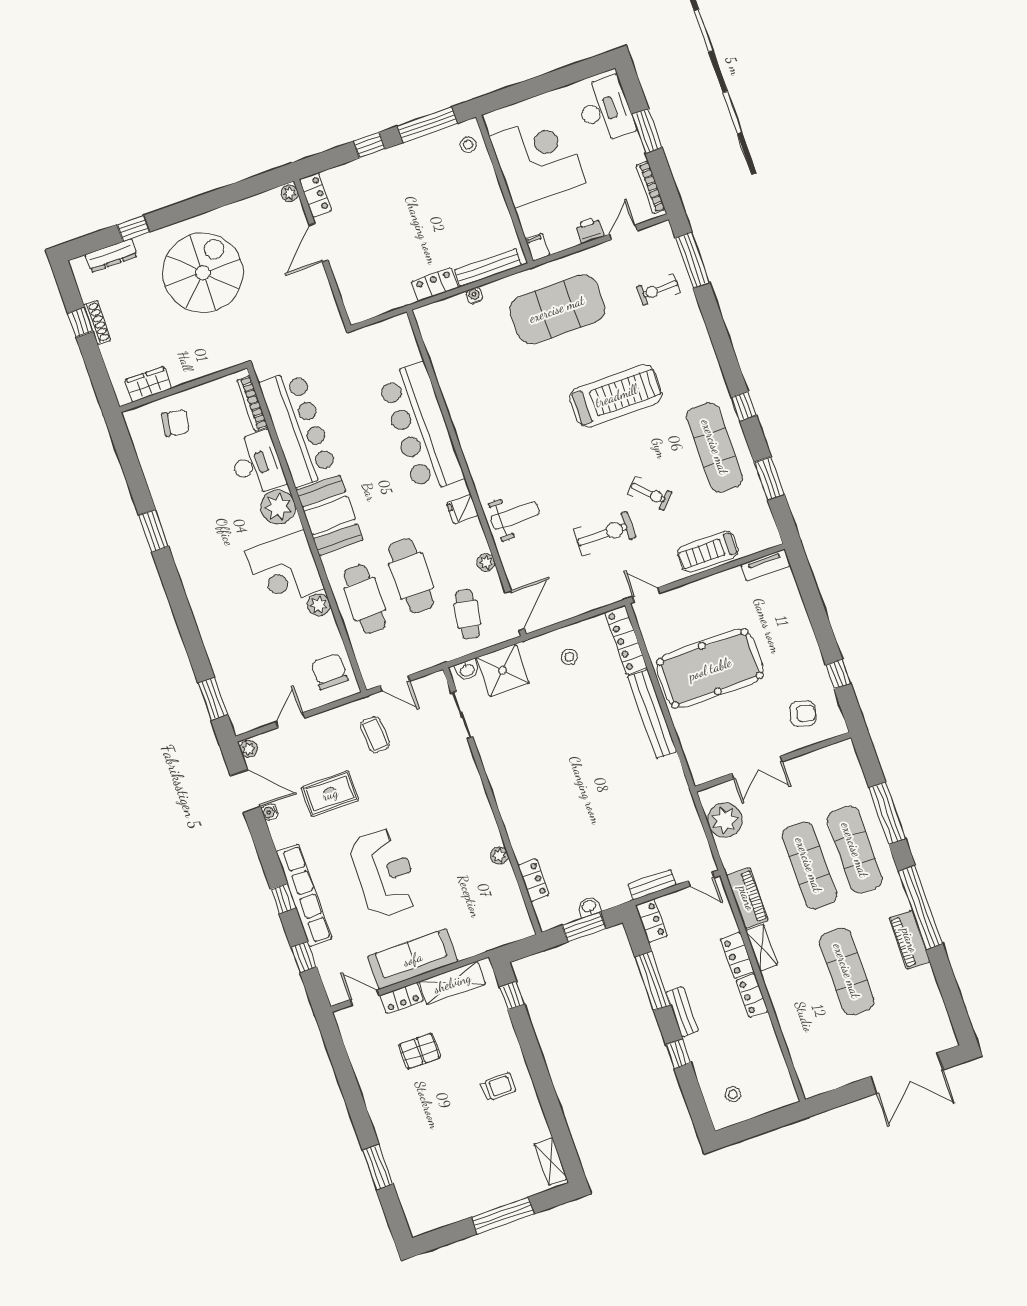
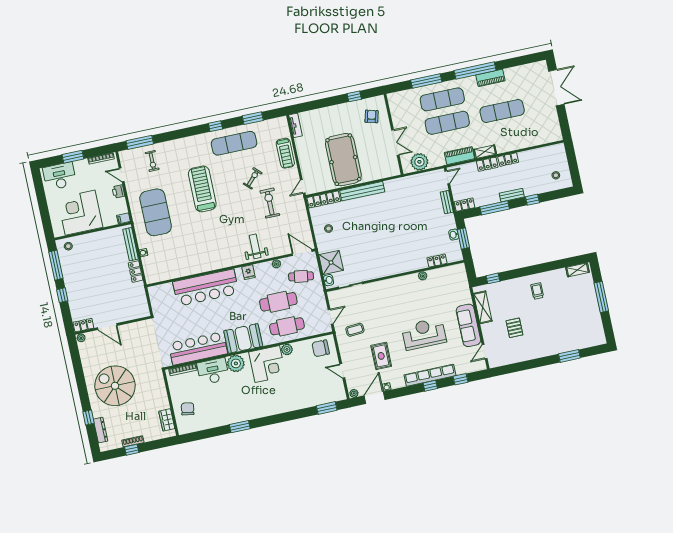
locker: (402, 998) -> (487, 333), removed

